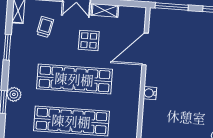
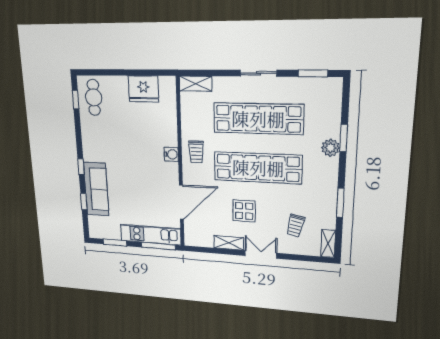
kitchen unit: (178, 18) -> (150, 235), added
trolley: (127, 95) -> (196, 152), added

